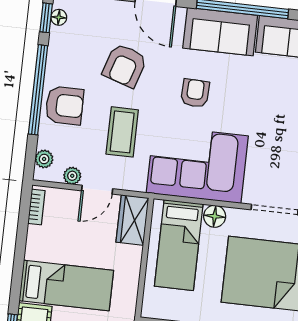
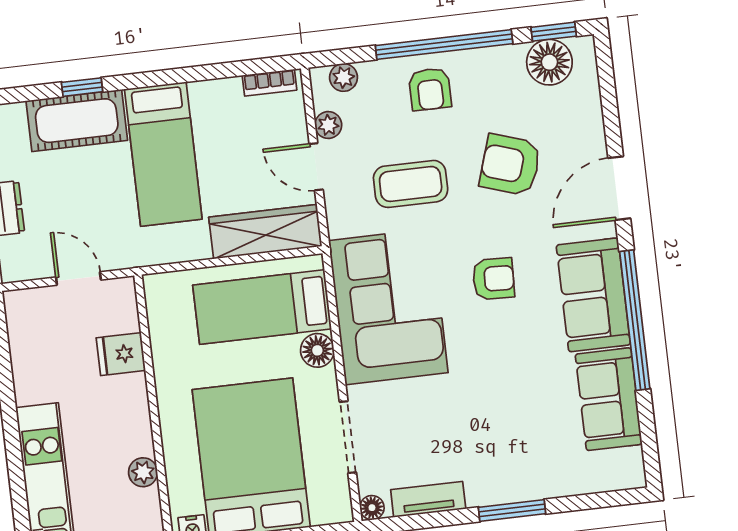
floor lamp: (59, 17) -> (549, 62), width x1.89, depth x1.89
armchair: (64, 105) -> (430, 89), width x0.72, depth x0.72
wardrobe: (132, 220) -> (265, 232), width x1.50

